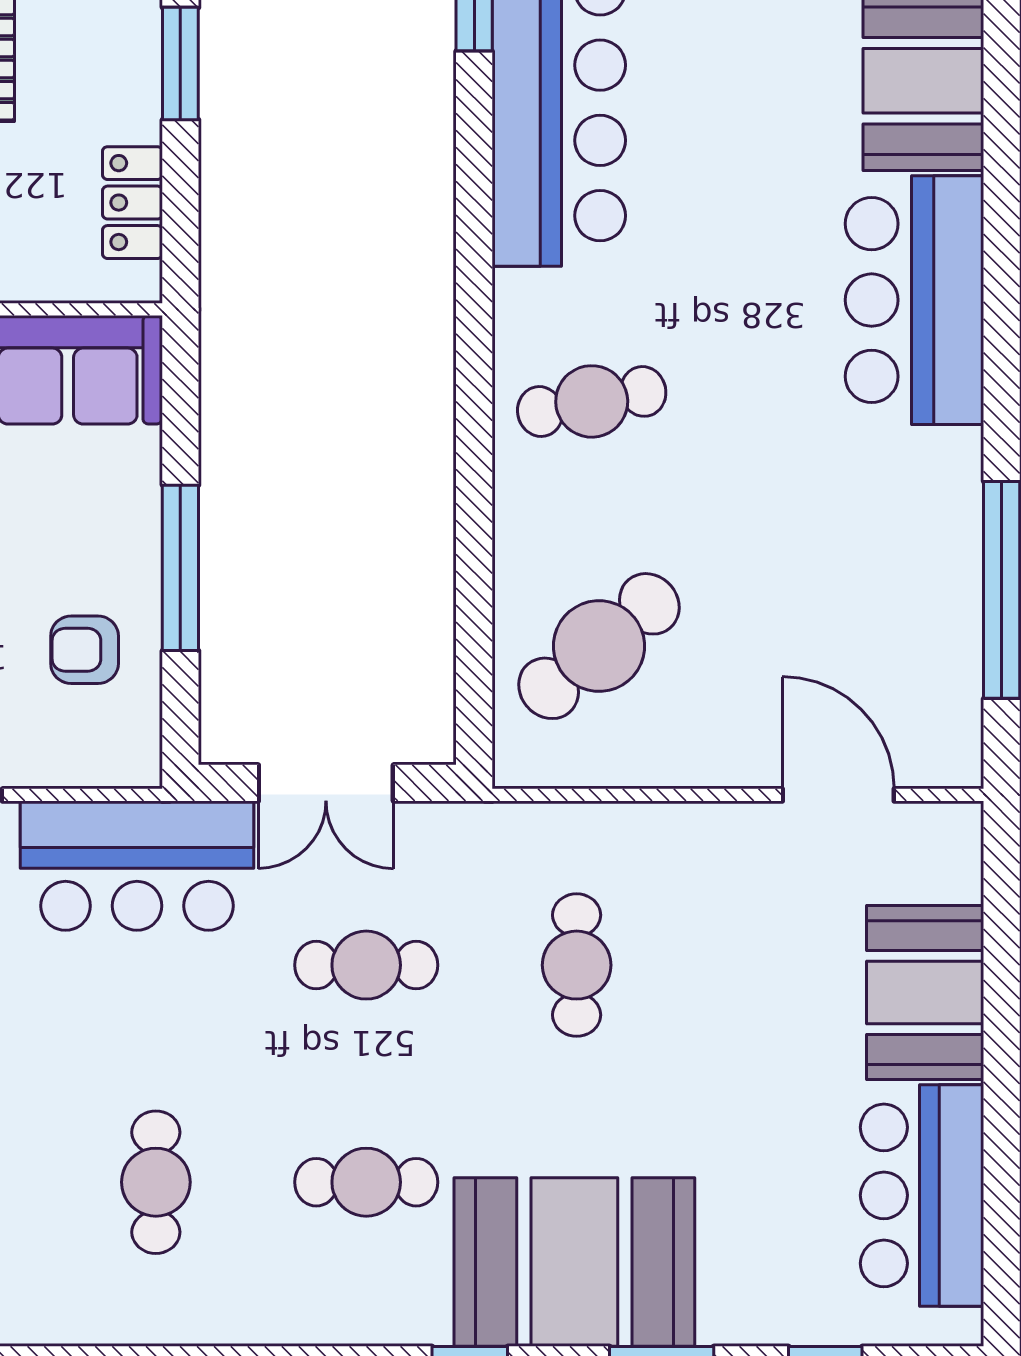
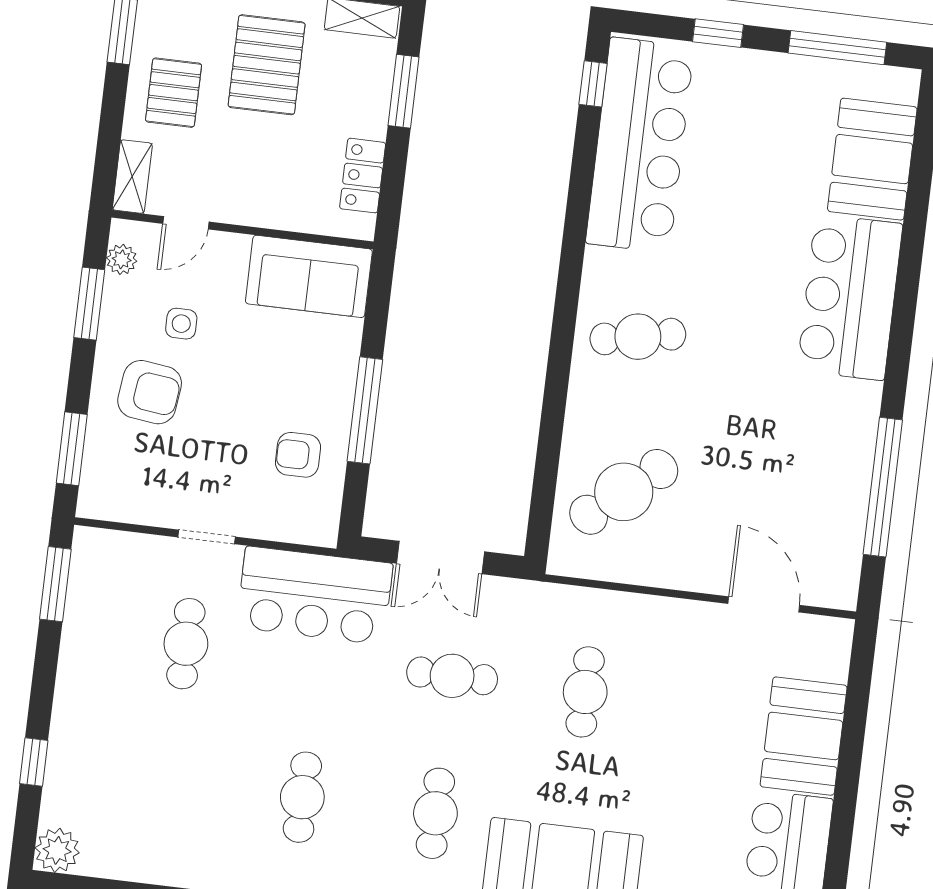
cafe table: (366, 1182) -> (435, 813), turned 90

